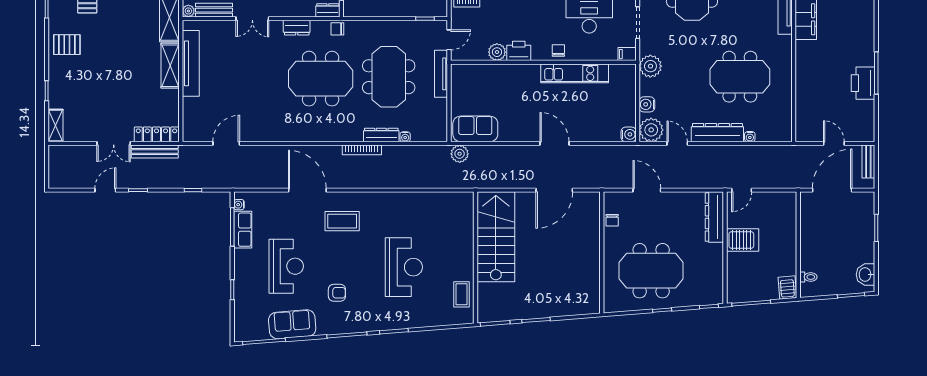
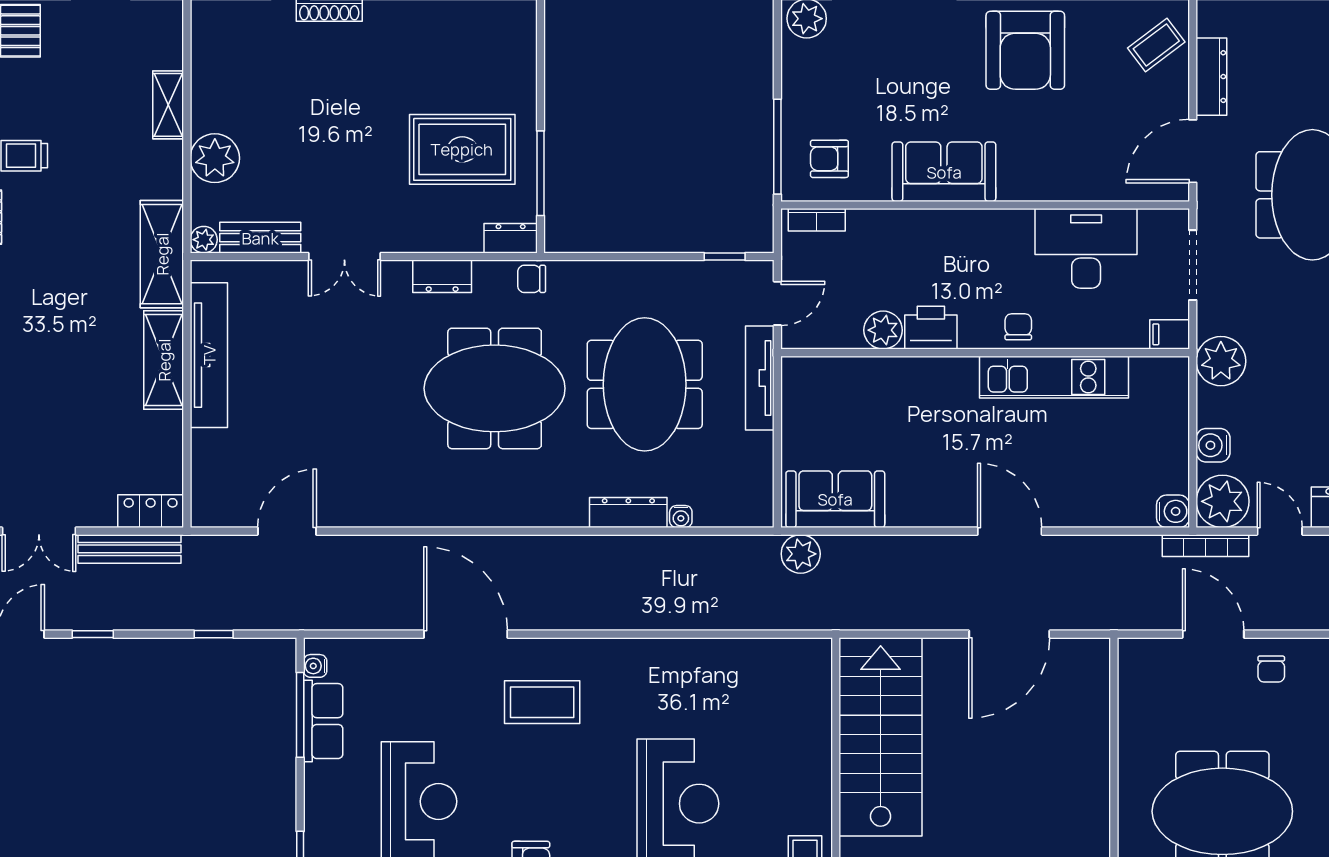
locker: (156, 134) -> (151, 511), width x0.66
bookcase: (362, 150) -> (1206, 546), moved
chair: (612, 220) -> (1271, 669), moved

